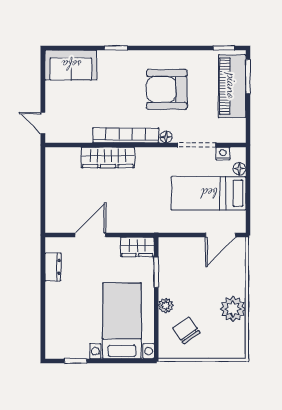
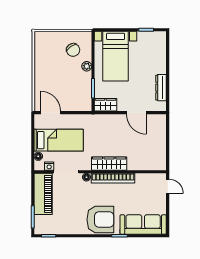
sofa: (71, 65) -> (143, 225), width x1.36
piano: (232, 86) -> (43, 194), moved
armchair: (167, 89) -> (100, 220), moved
wardrobe: (108, 158) -> (109, 164), moved
door: (90, 235) -> (136, 113), hinge flipped
door: (221, 235) -> (51, 113), hinge flipped
dresser: (53, 267) -> (161, 88), width x1.44
plant: (233, 309) -> (43, 64), removed

